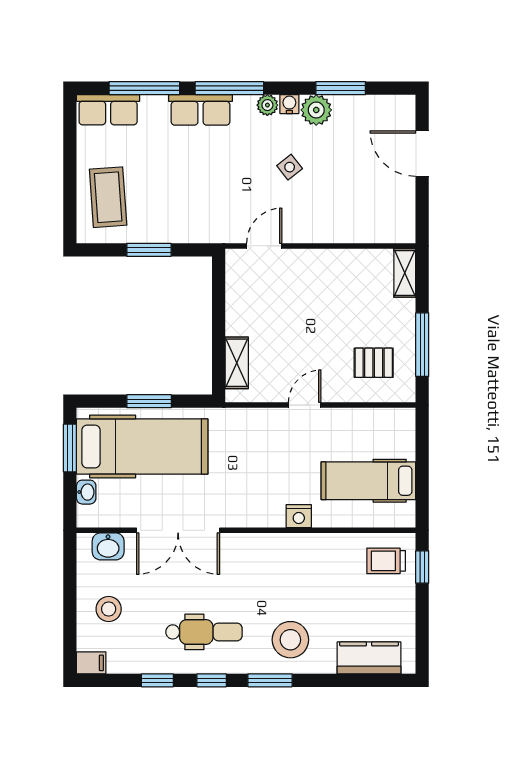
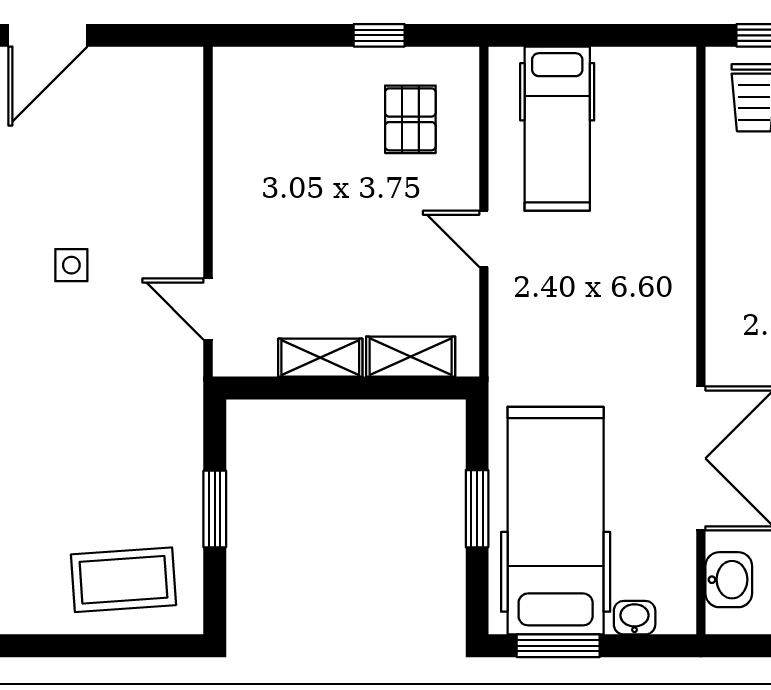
side table: (290, 167) -> (71, 265), turned 38
shelving: (405, 273) -> (320, 358), moved
window: (422, 345) -> (379, 35), width x0.46
hospital bed: (368, 481) -> (557, 129), moved
nightstand: (299, 516) -> (676, 249), removed

